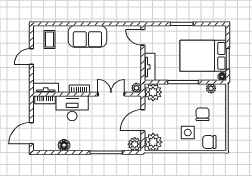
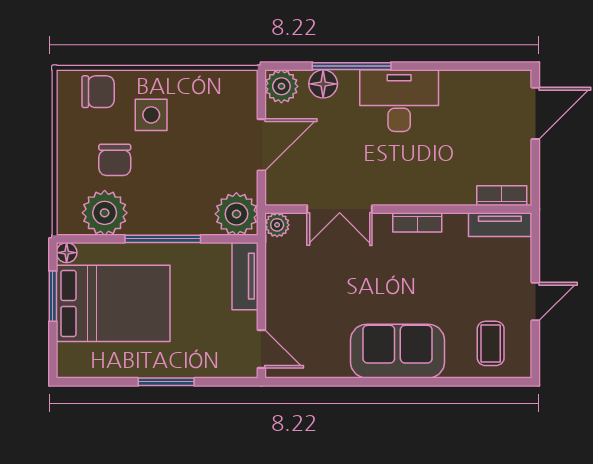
plant: (211, 88) -> (105, 213), width x1.87, depth x1.87
desk: (72, 108) -> (399, 101), moved, turned 180
plant: (153, 142) -> (236, 92), removed
floor lamp: (64, 145) -> (323, 84), moved

